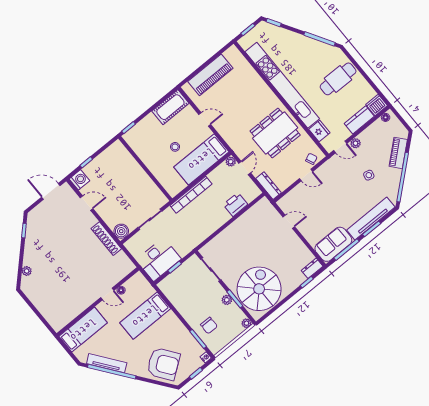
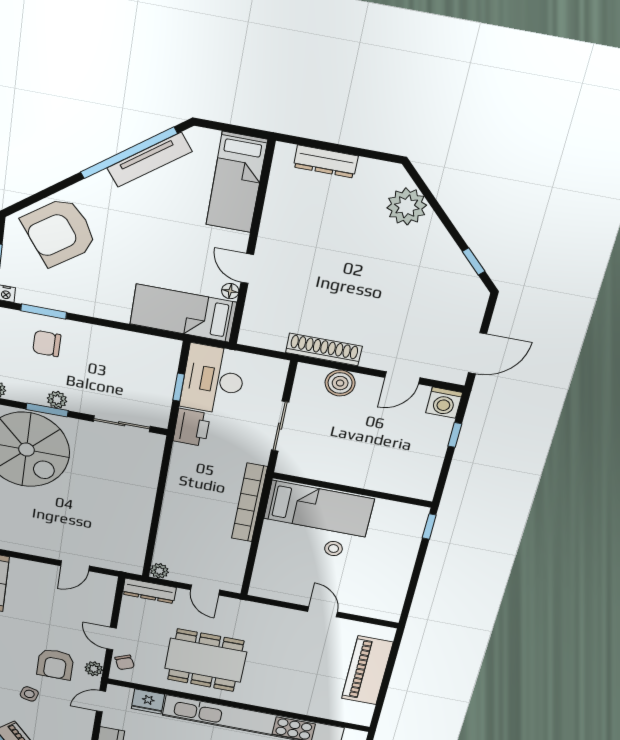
cot: (170, 107) -> (389, 594), removed
door: (205, 119) -> (323, 612), swing flipped
dining table: (275, 133) -> (206, 660), turned 90
plant: (356, 143) -> (94, 669), moved
bed: (201, 159) -> (319, 509), moved, turned 90
plant: (231, 162) -> (159, 571), moved
door: (306, 175) -> (111, 639), hinge flipped
armchair: (343, 181) -> (55, 664), added
printer: (235, 204) -> (192, 427), moved
boiler: (121, 231) -> (340, 383), moved
plant: (27, 271) -> (407, 207), width x1.88, depth x1.88
door: (107, 294) -> (247, 269), hinge flipped
dresser: (46, 311) -> (326, 161), added
bed: (145, 316) -> (183, 313), moved, turned -90

